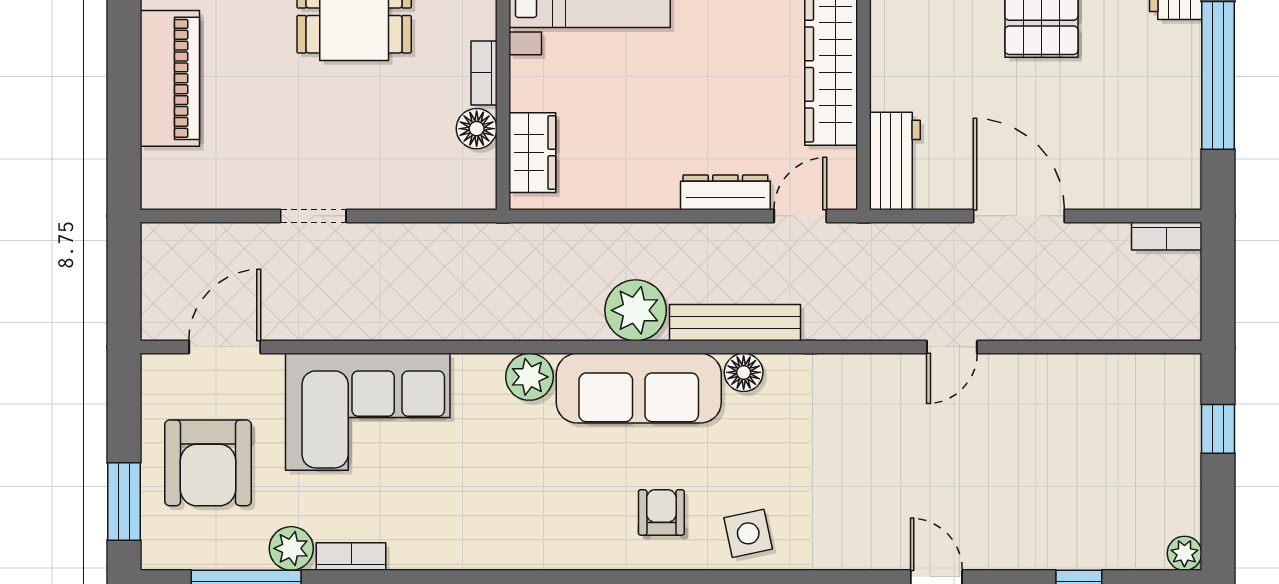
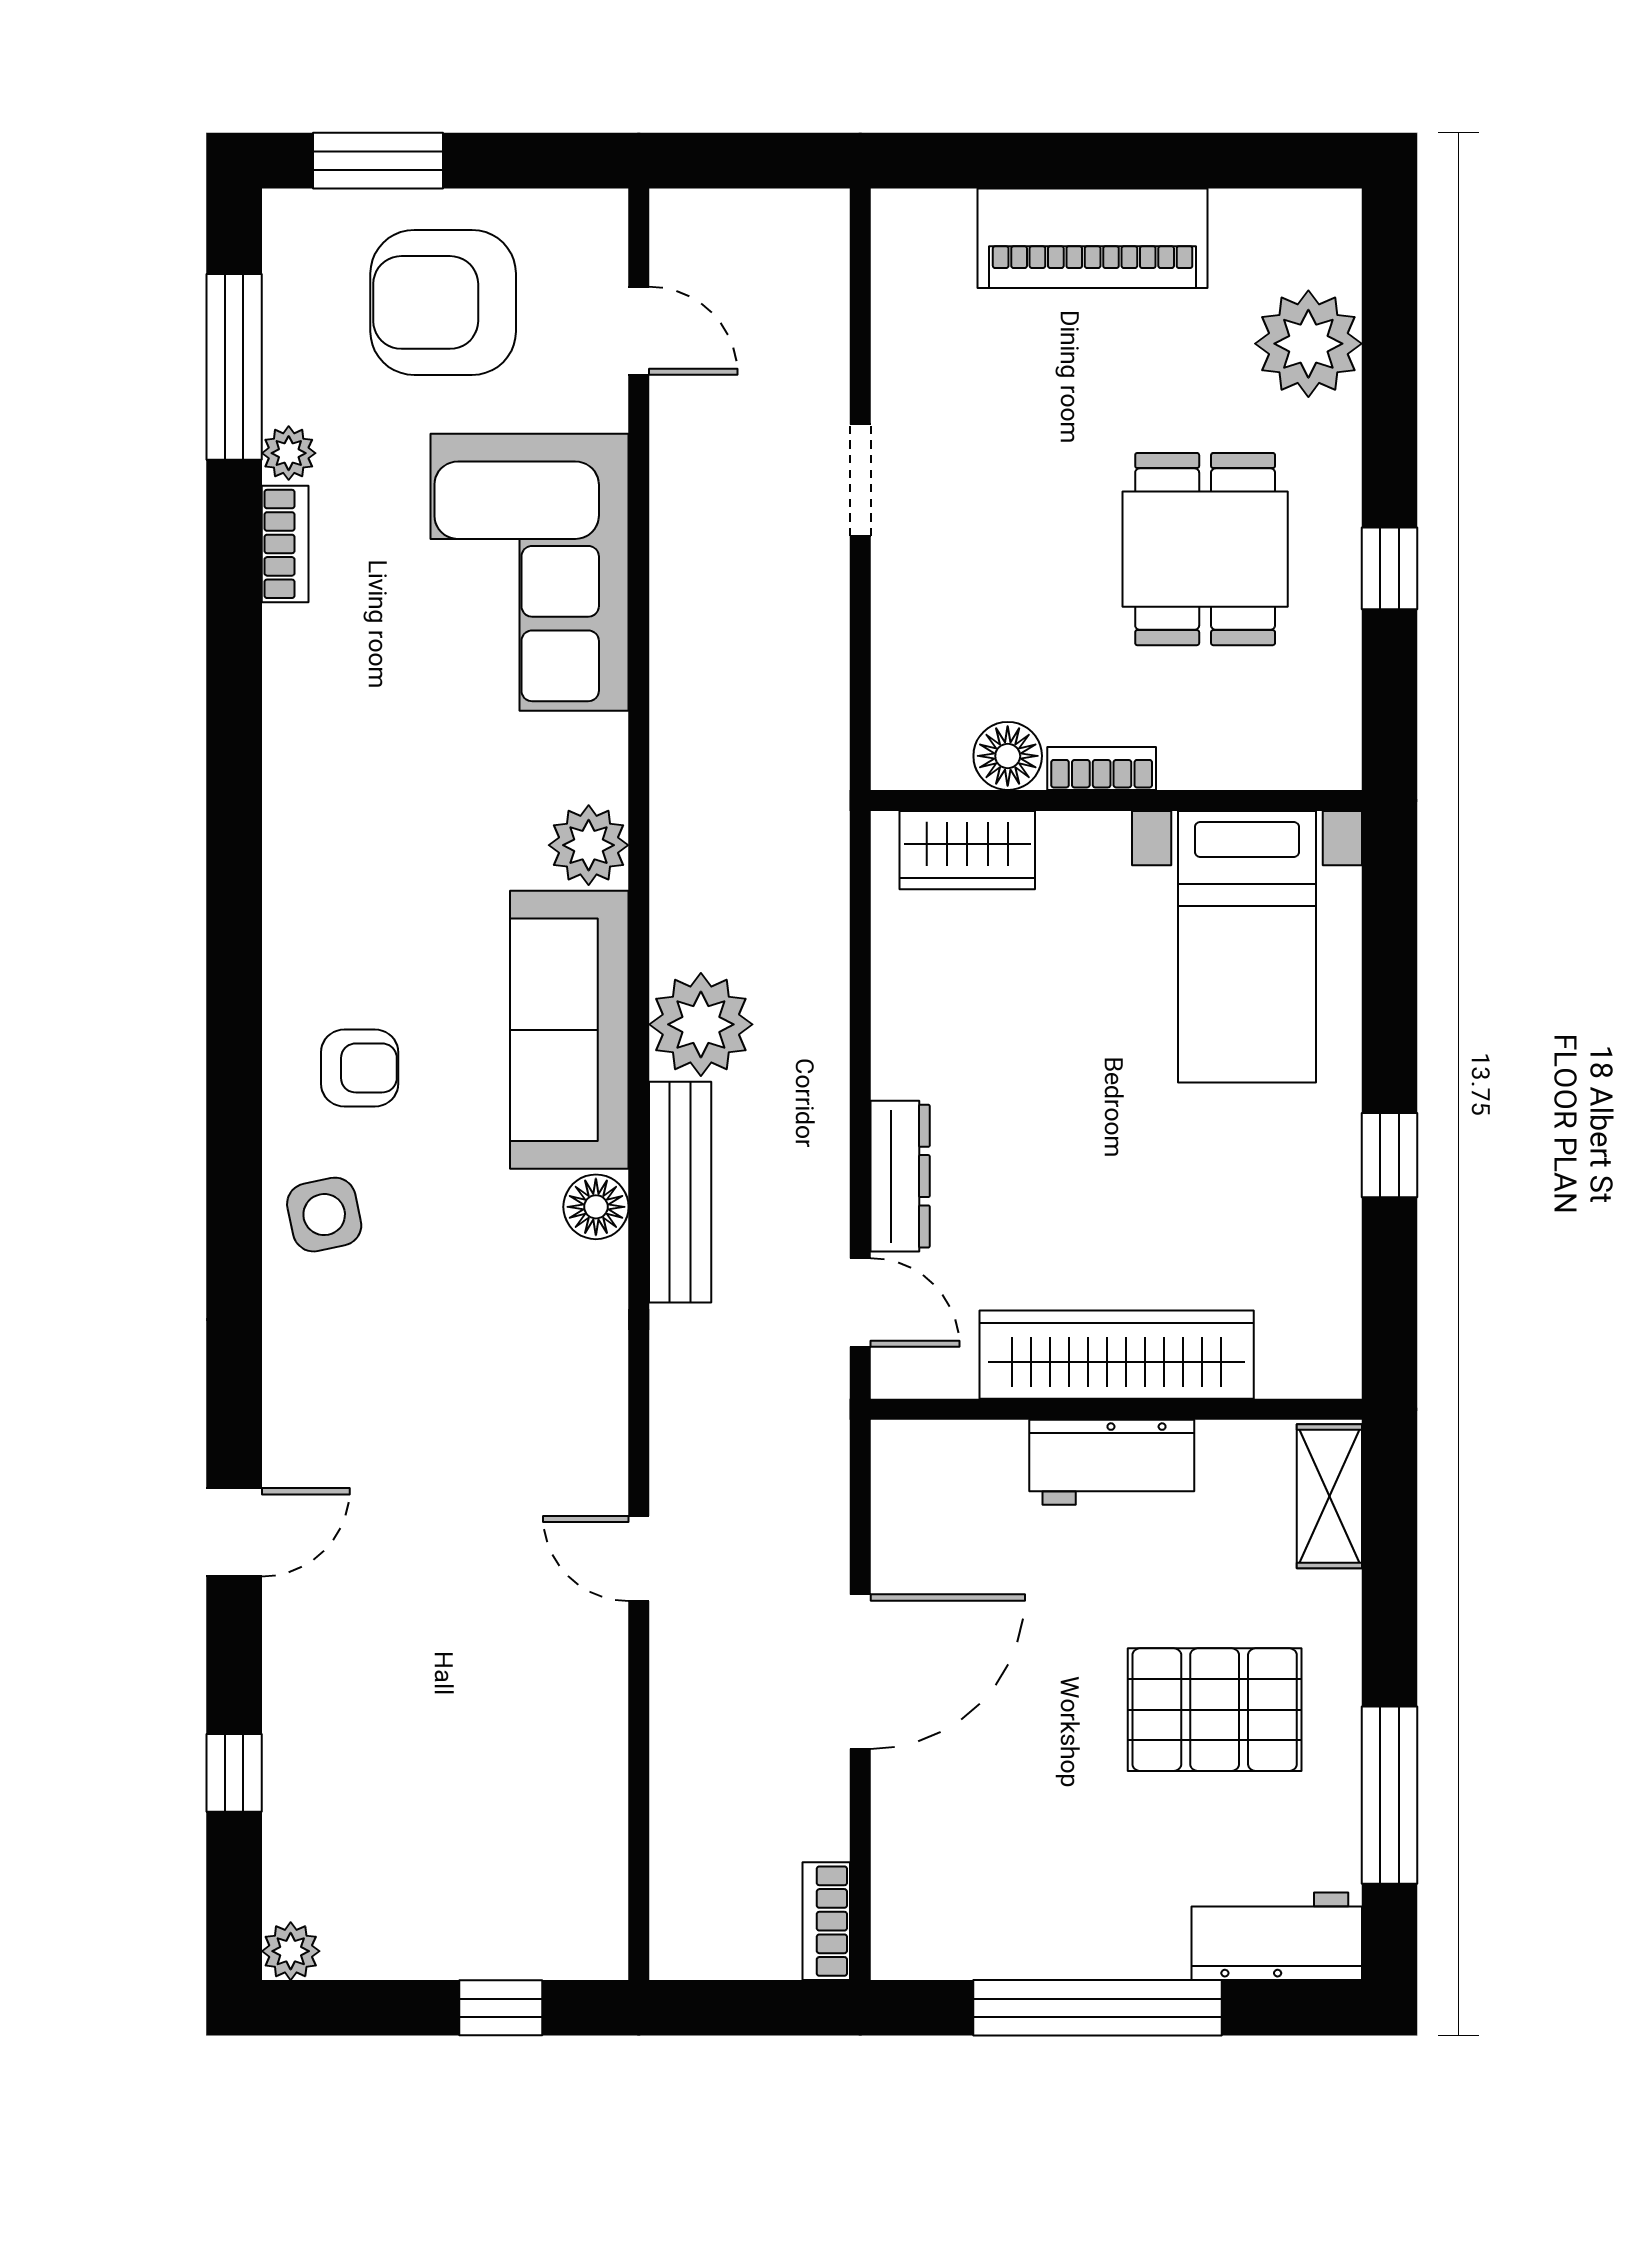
workbench: (895, 161) -> (1112, 1462), moved
door: (225, 347) -> (639, 331), width x0.73
plant: (291, 548) -> (289, 453), width x0.73, depth x0.73

